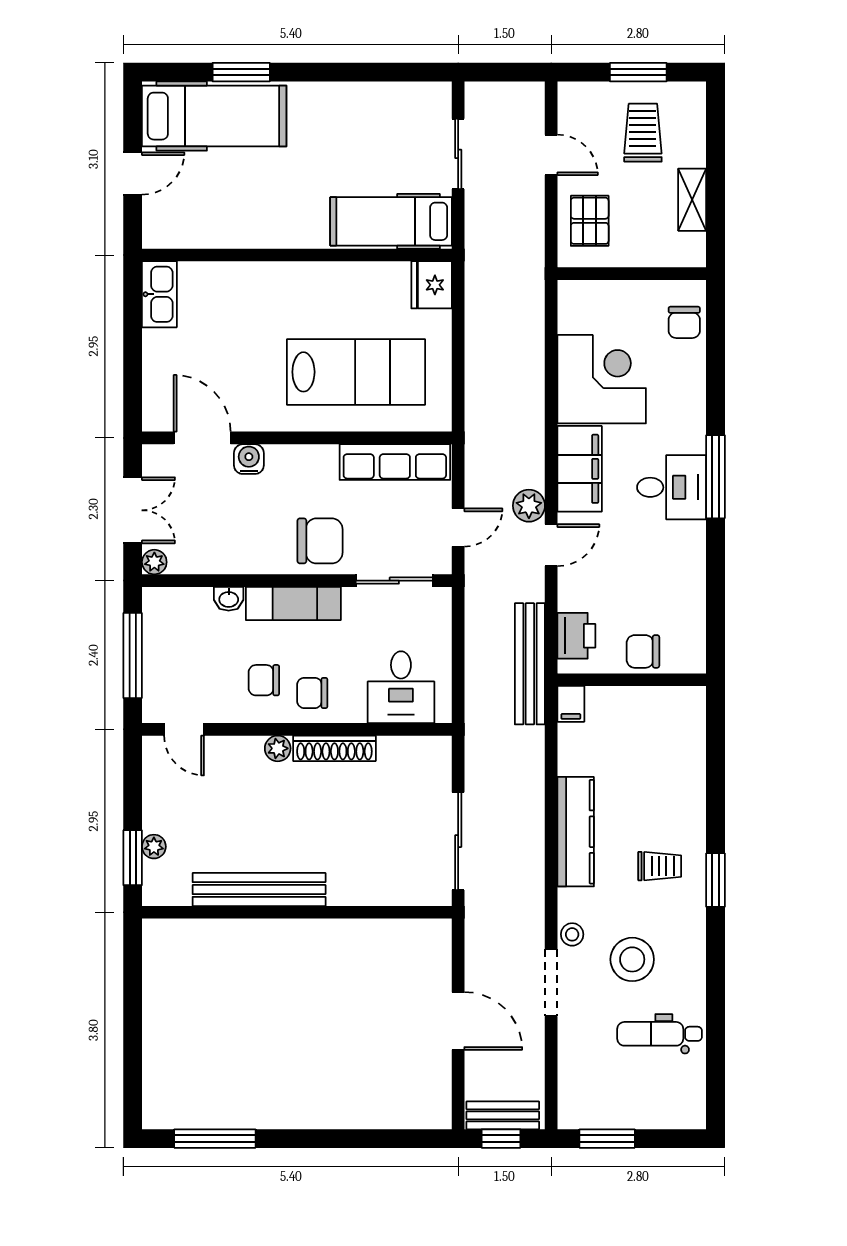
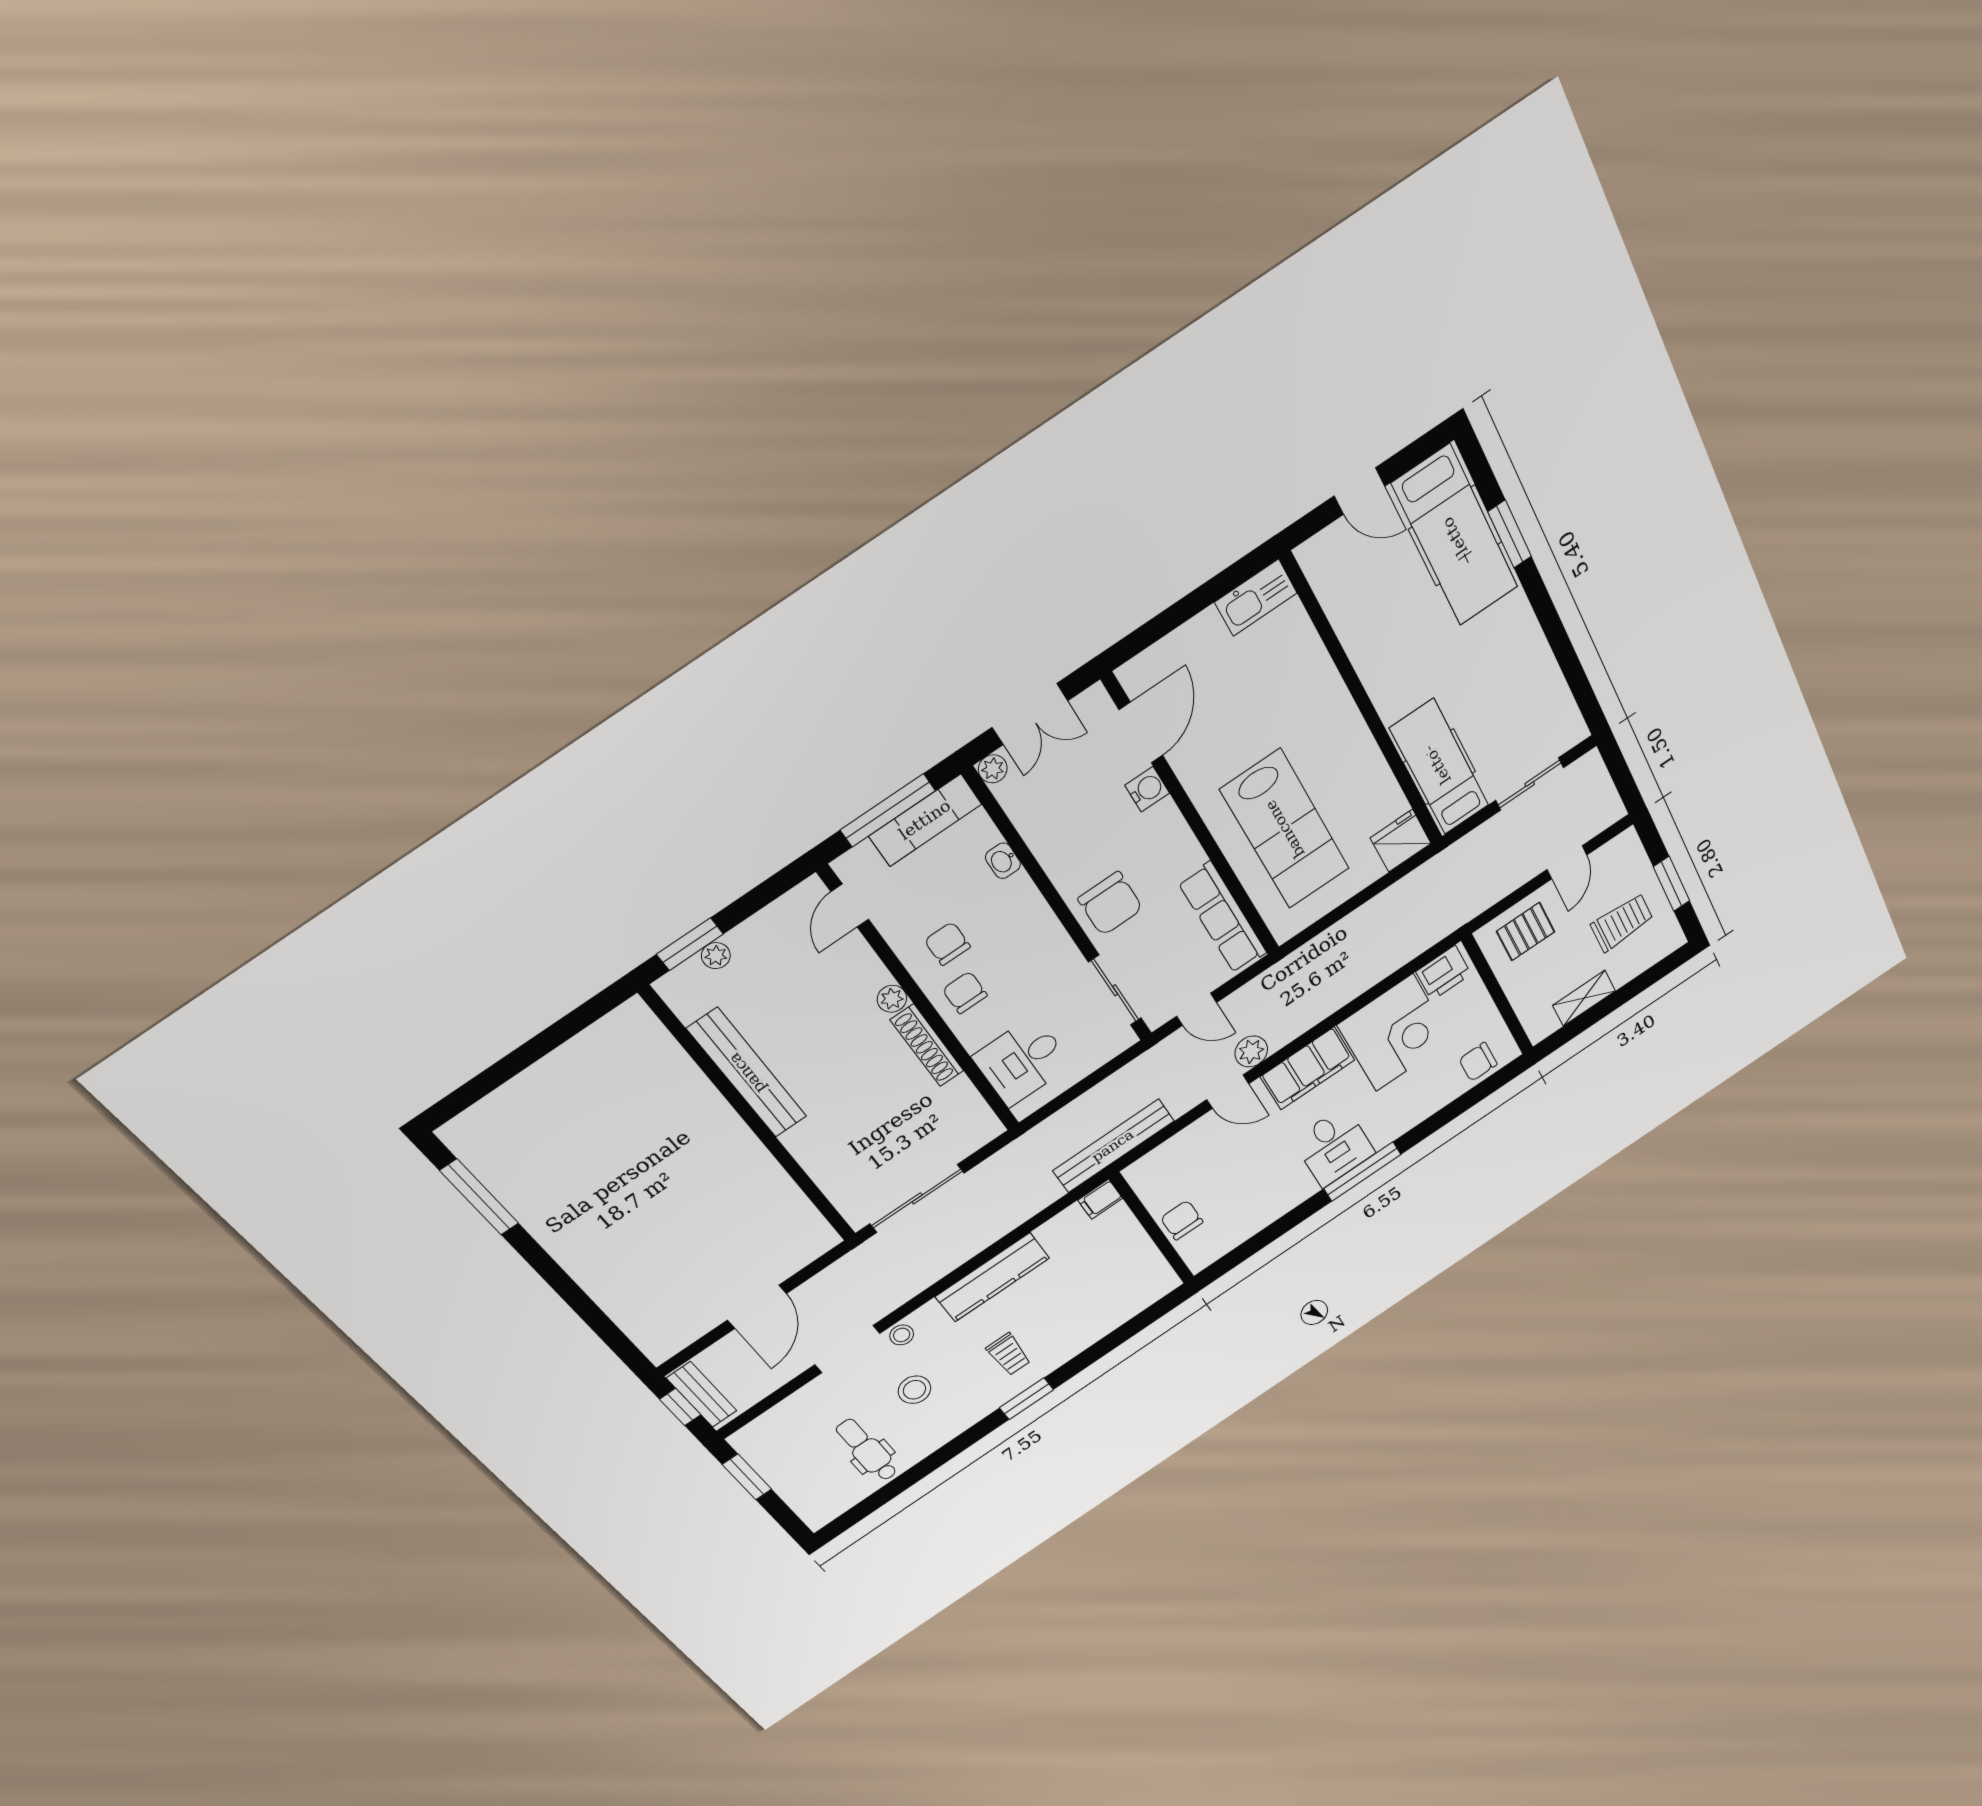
exam couch: (293, 603) -> (925, 820), moved, turned -90
printer: (576, 636) -> (1443, 973), moved
stool: (632, 959) -> (914, 1390), width x0.73, depth x0.73

